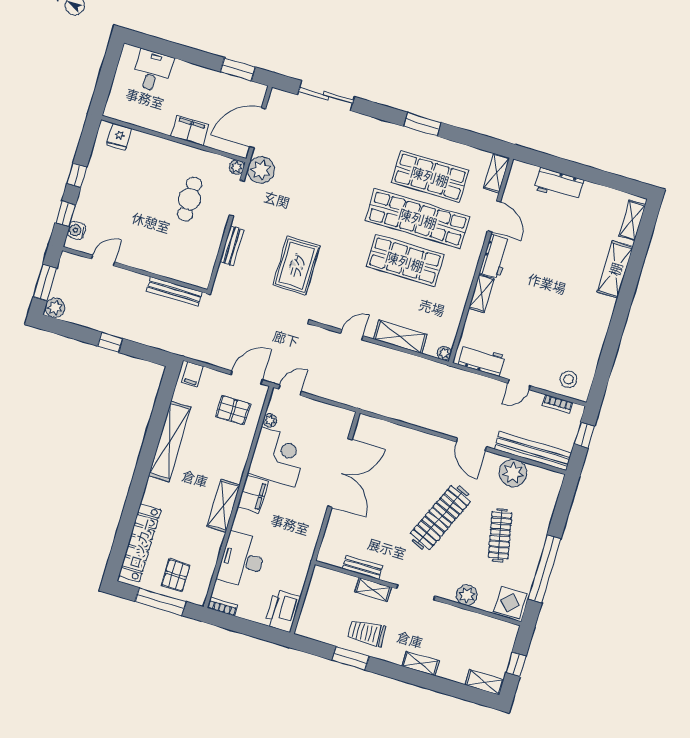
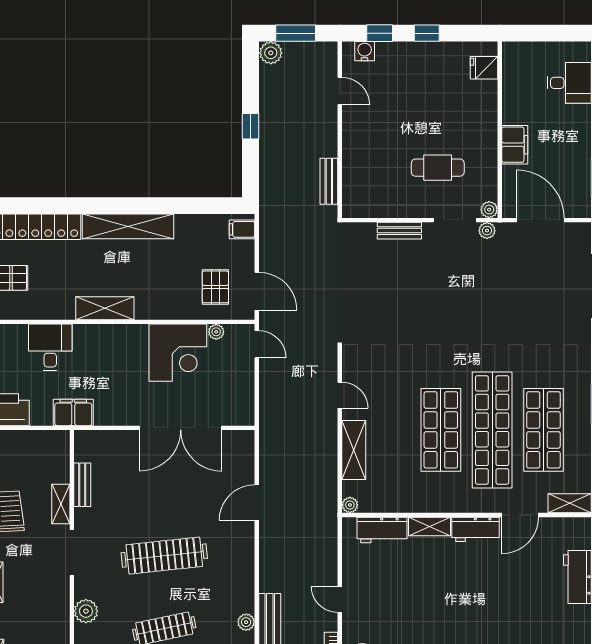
plant: (261, 170) -> (487, 231), width x0.53, depth x0.53
rug: (297, 266) -> (399, 310), removed
bench: (174, 291) -> (329, 181), width x0.73
workbench: (482, 360) -> (382, 530), moved, turned 90
shelving: (170, 441) -> (128, 226), moved
door: (471, 444) -> (257, 503), moved
plant: (513, 473) -> (246, 622), width x0.53, depth x0.53
filing cabinet: (253, 494) -> (73, 412), moved, turned 180
clothes rail: (440, 517) -> (164, 556), turned -30
desk: (242, 560) -> (50, 347), width x0.73

